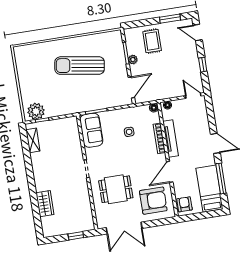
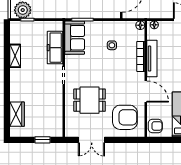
shelving: (33, 140) -> (15, 56), moved
freezer: (74, 143) -> (55, 48), added
door: (170, 172) -> (146, 92), swing flipped
wardrobe: (45, 204) -> (17, 114), moved
armchair: (184, 204) -> (155, 126), turned 90
double door: (124, 228) -> (92, 140), width x0.73

